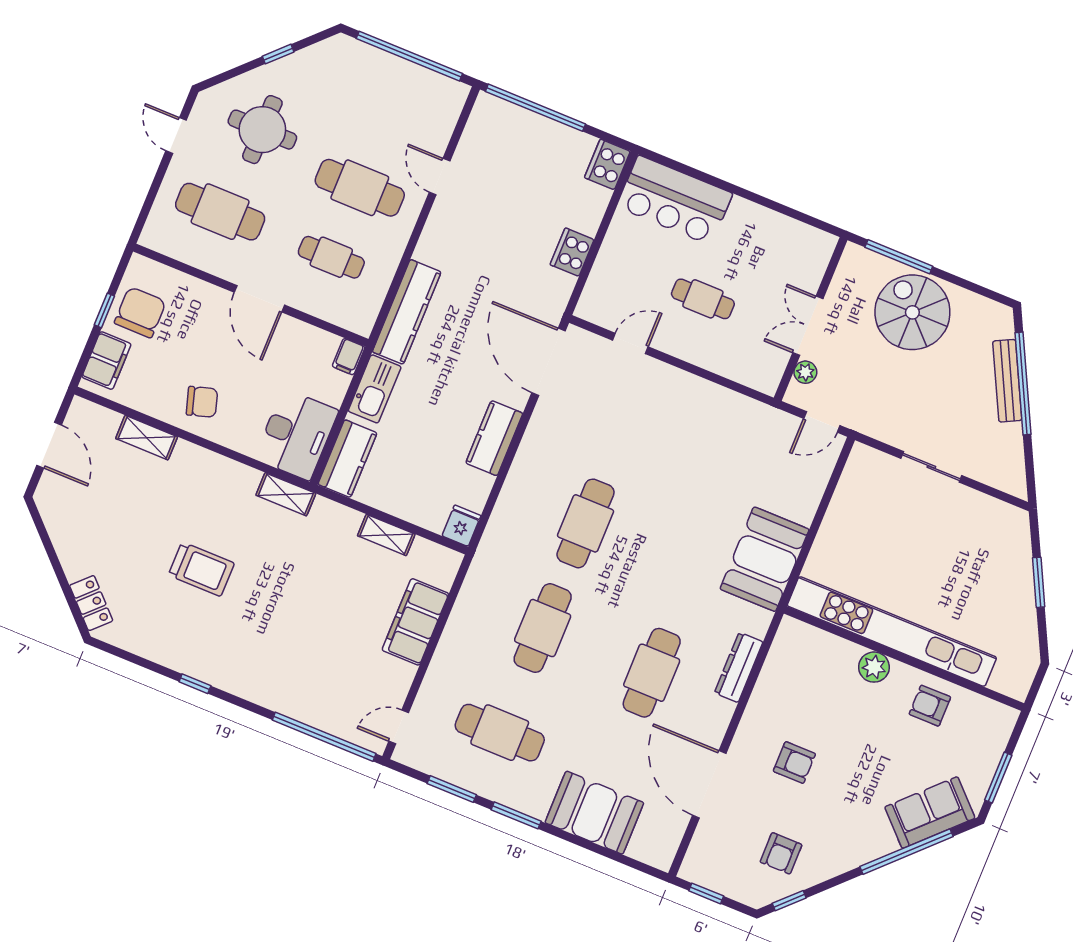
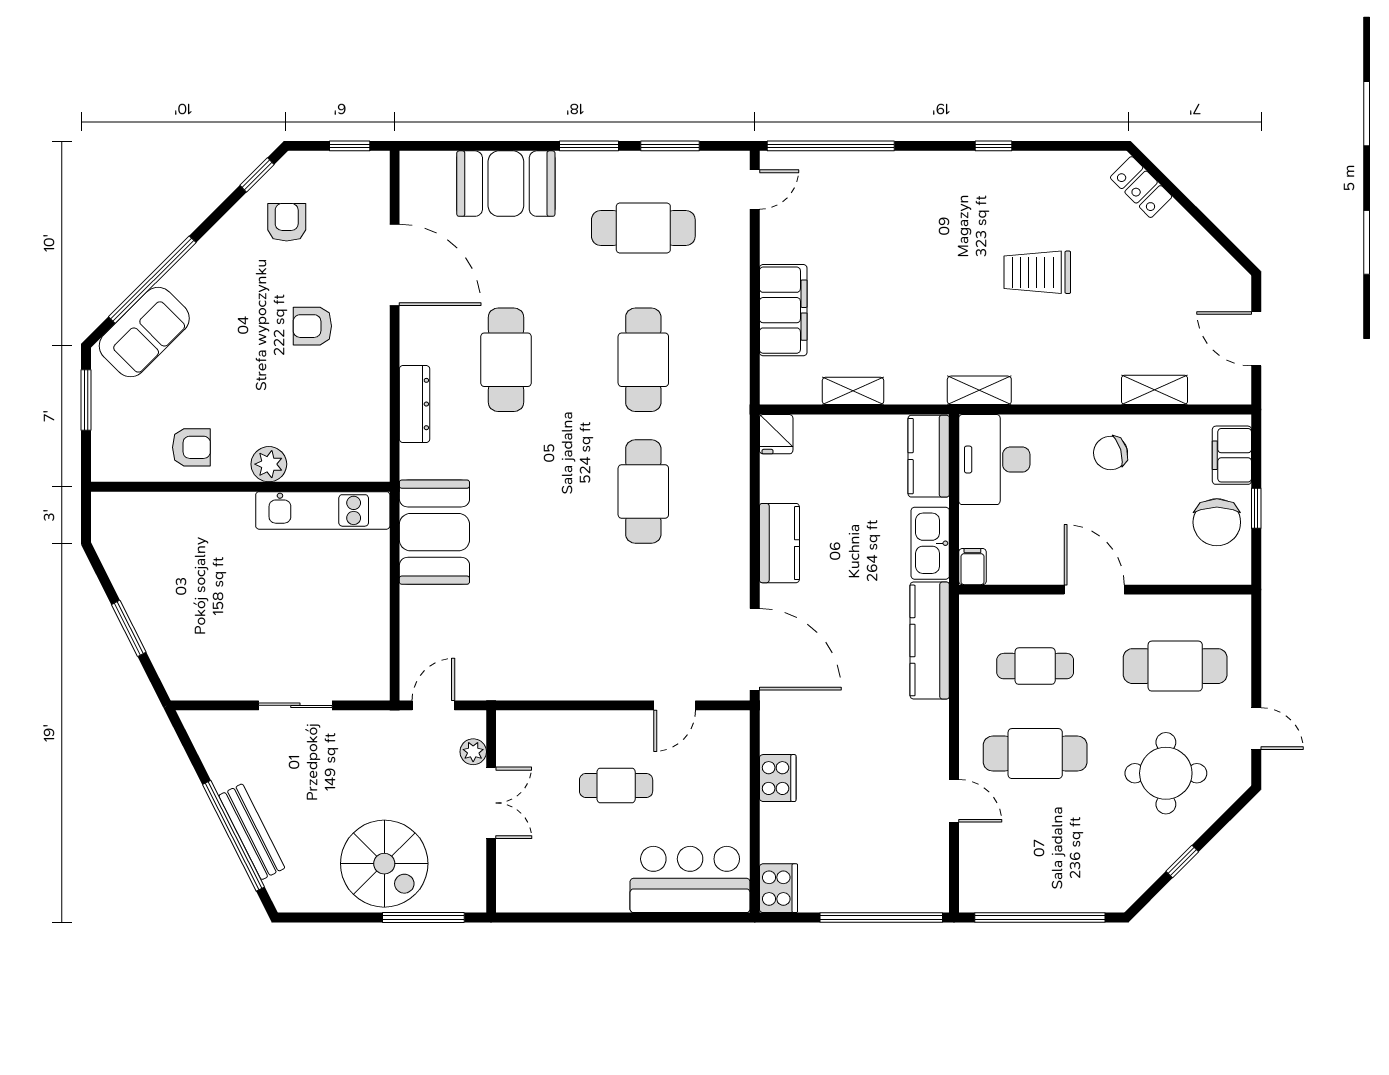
kitchen unit: (892, 632) -> (323, 510), width x0.54

